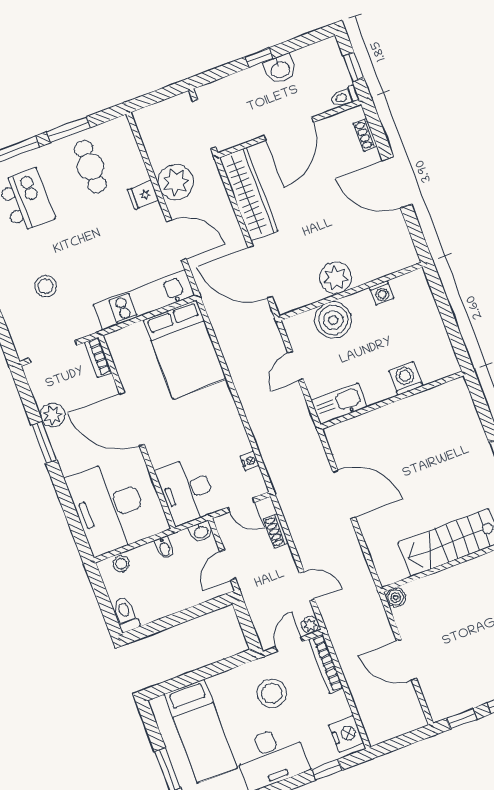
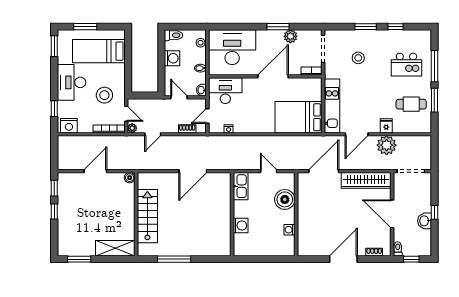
plant: (336, 278) -> (306, 209), removed
washing machine: (166, 602) -> (172, 58), added

